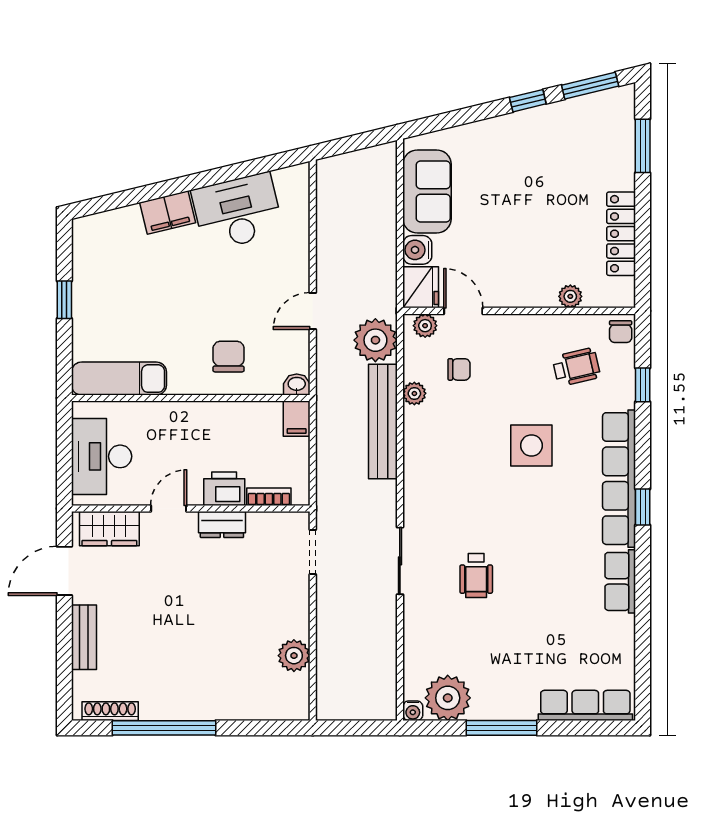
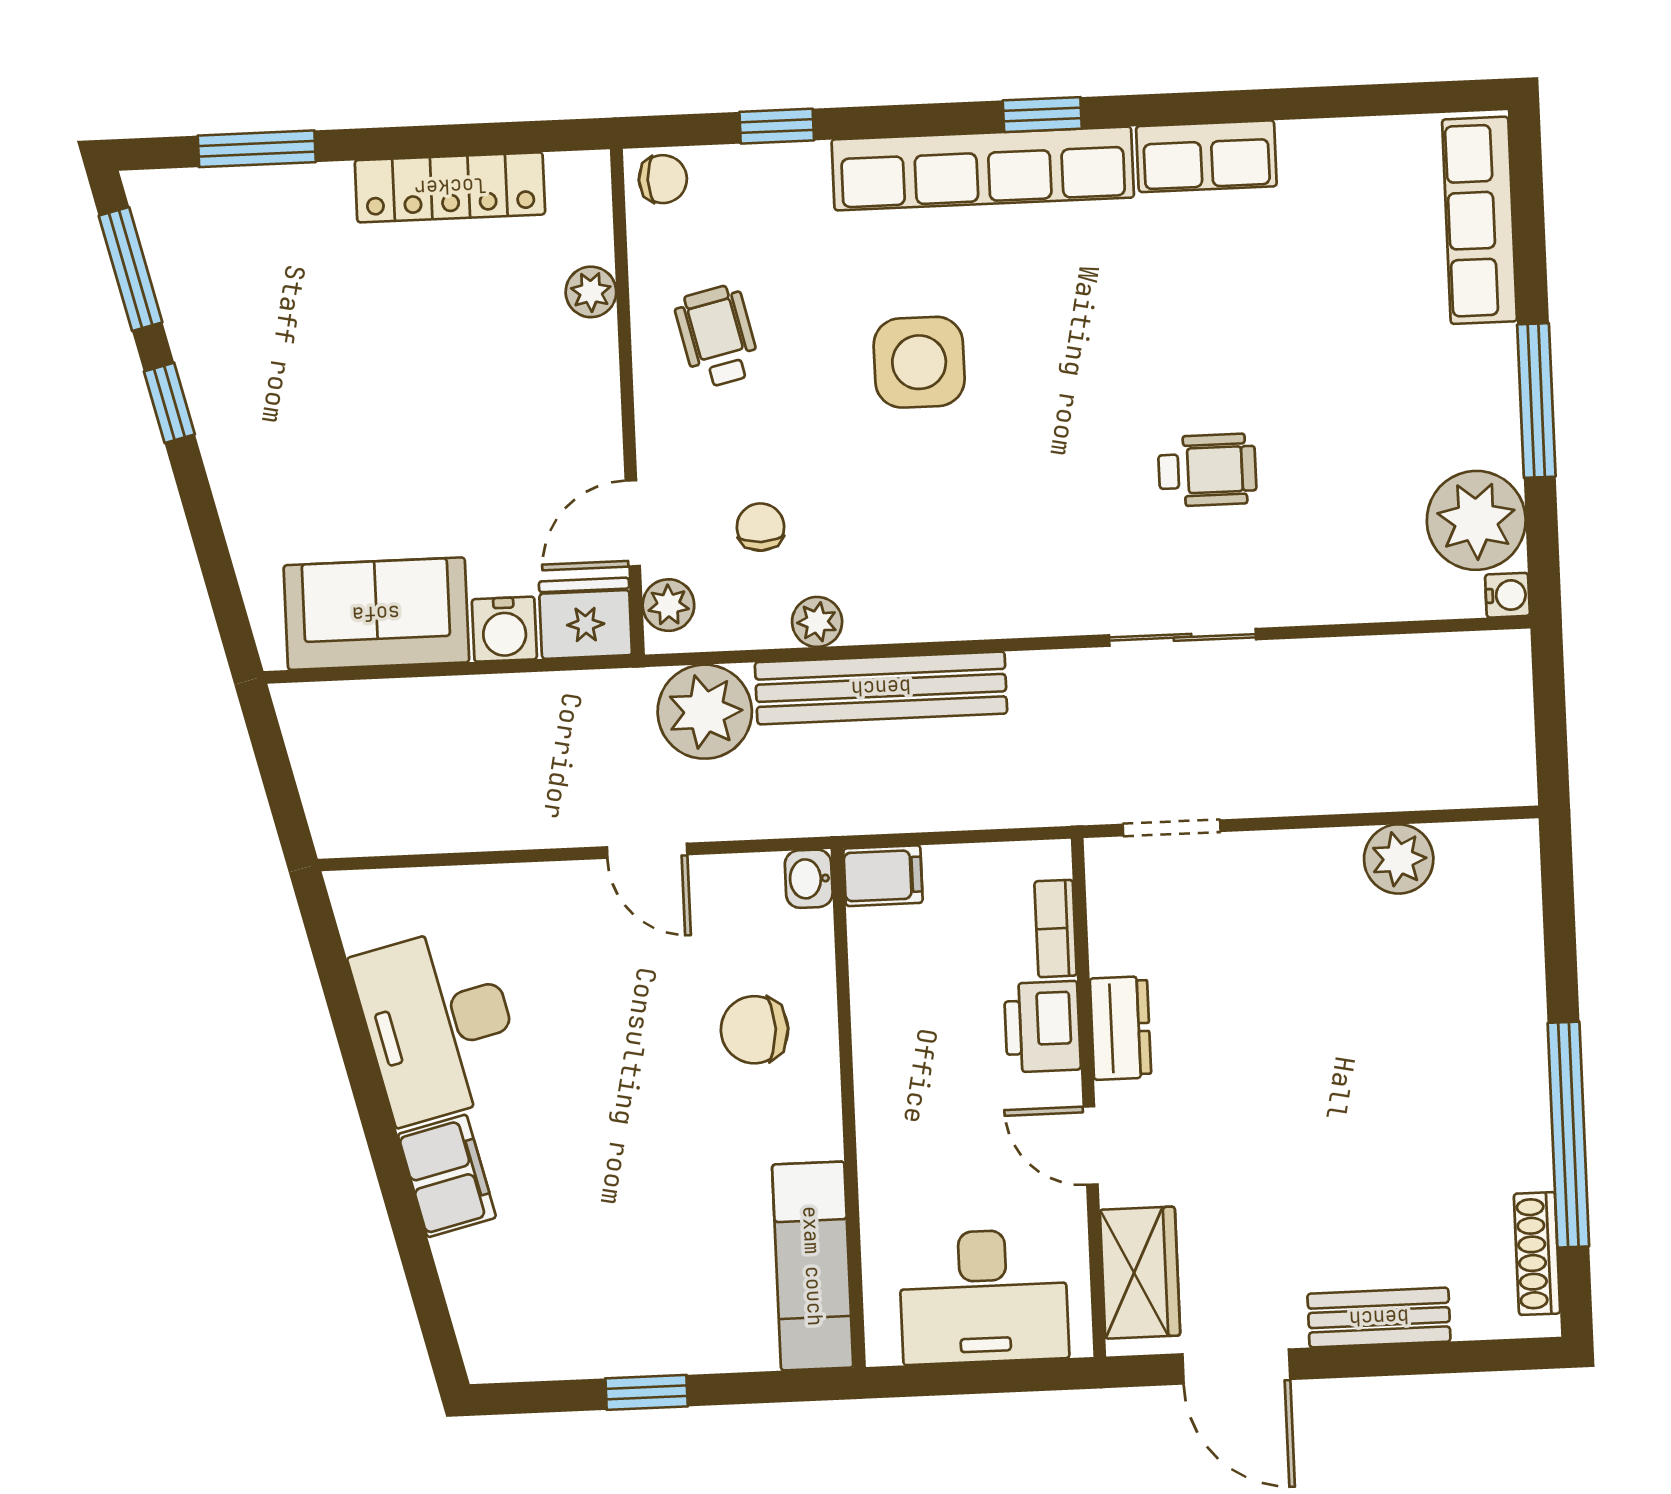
wheelchair: (576, 367) -> (717, 336), moved

